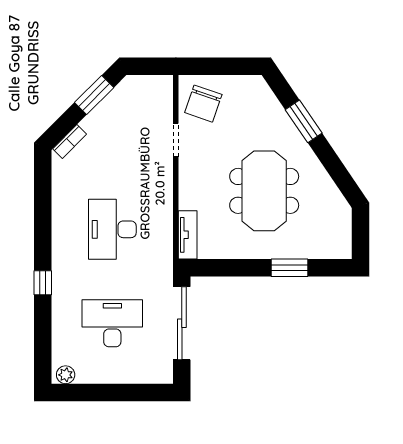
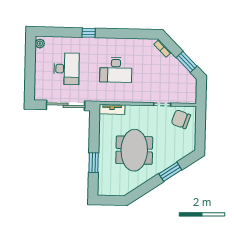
meeting table: (264, 191) -> (134, 150), turned 90
desk: (112, 229) -> (116, 70), turned 180

